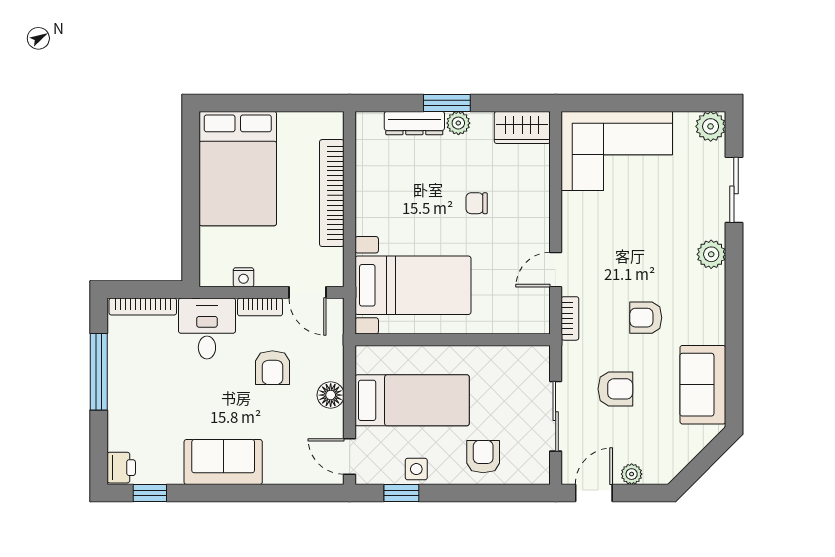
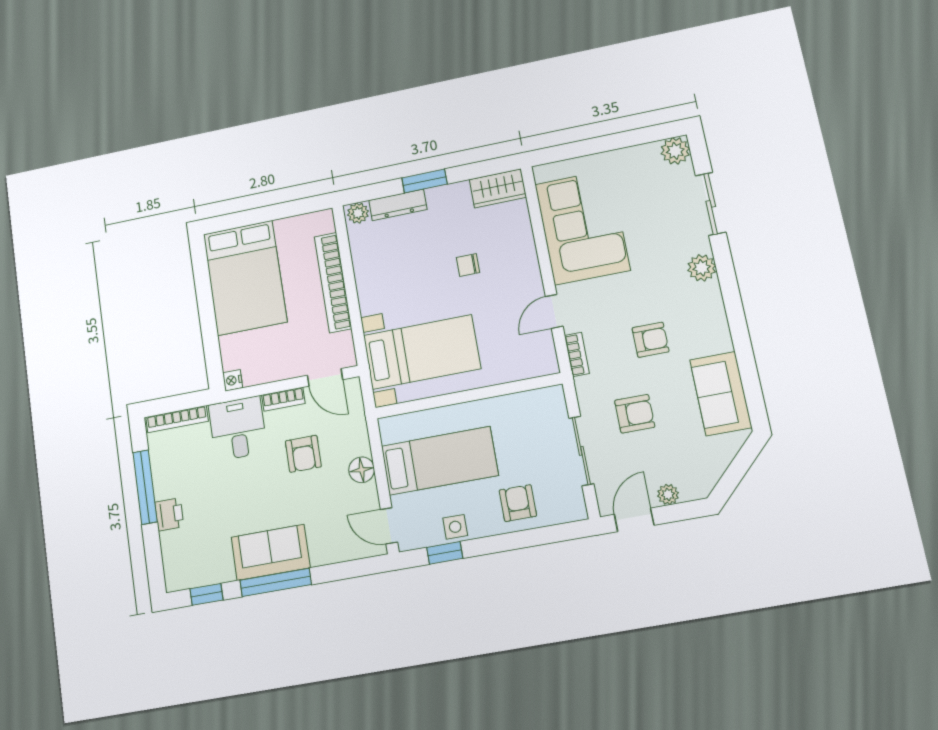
plant: (458, 123) -> (358, 213), moved
corner sofa: (617, 151) -> (582, 227), moved, turned -90
nightstand: (243, 277) -> (233, 380), moved, turned 90
armchair: (646, 318) -> (650, 340), turned 180
printer: (121, 468) -> (169, 514), moved
window: (224, 493) -> (276, 582), added

